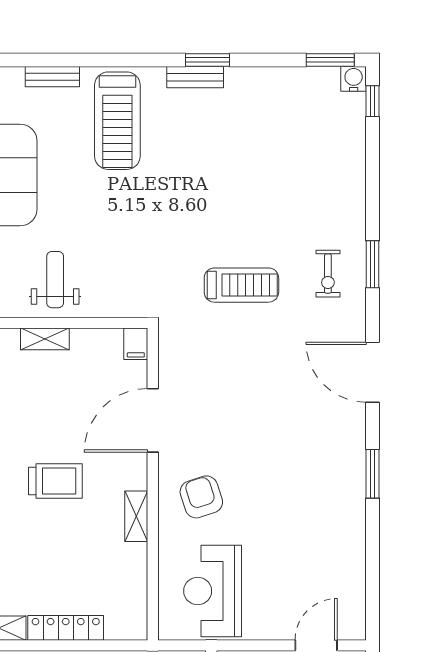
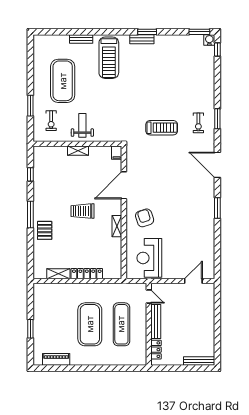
trolley: (55, 481) -> (82, 211), turned 180

